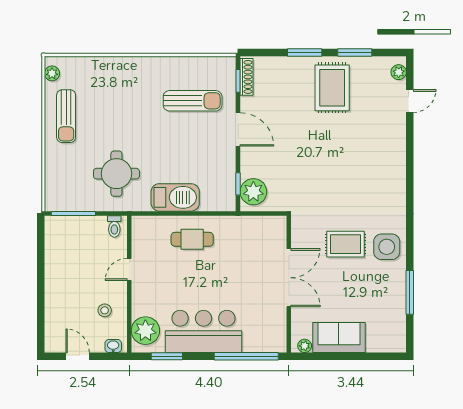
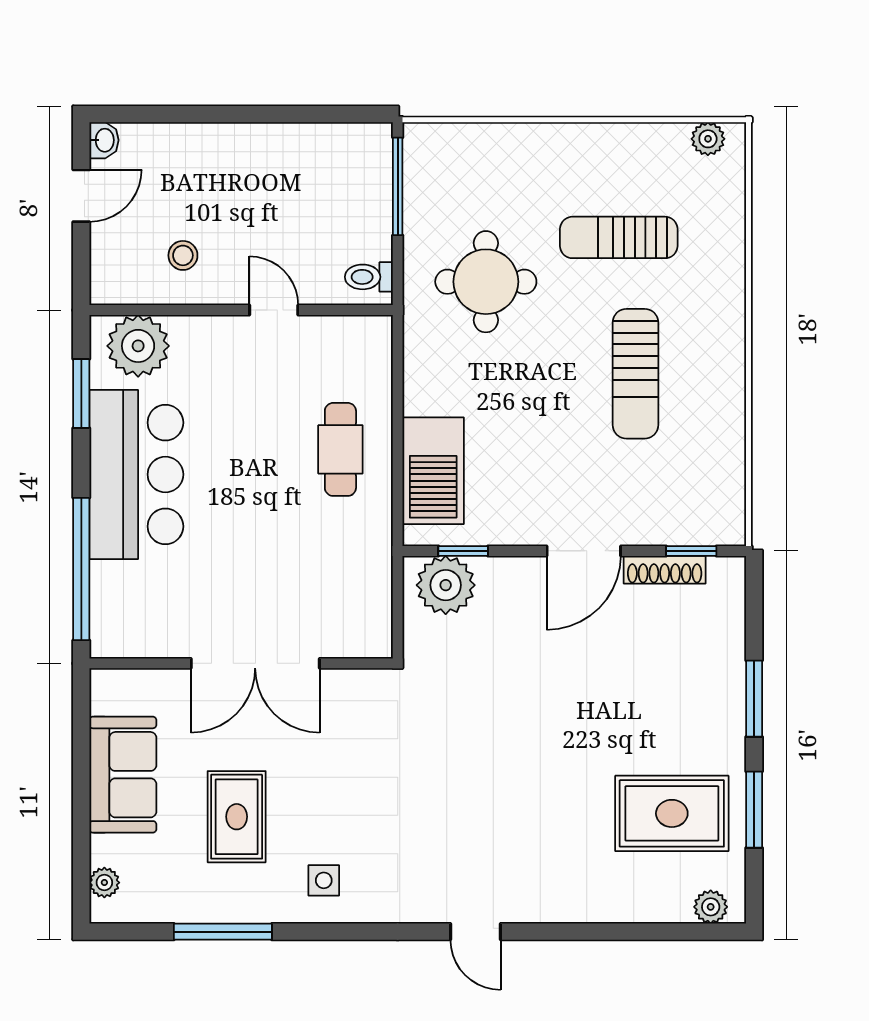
shoe rack: (246, 77) -> (665, 570), moved
rug: (332, 88) -> (672, 813), moved
sun lounger: (193, 101) -> (636, 374), moved
door: (410, 101) -> (475, 932), moved
sun lounger: (66, 116) -> (619, 237), moved
barbecue: (175, 197) -> (433, 471), moved
rug: (345, 244) -> (237, 817), moved
side table: (387, 247) -> (324, 880), width x0.54, depth x0.54
washbasin: (113, 346) -> (104, 140), moved
plant: (305, 346) -> (104, 883), moved

